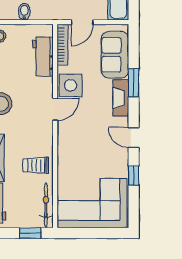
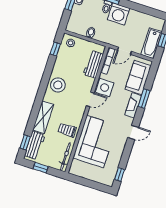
door: (134, 138) -> (133, 132), swing flipped
window: (134, 176) -> (120, 175), moved
corner sofa: (92, 203) -> (95, 142), moved, turned 90
window: (30, 233) -> (41, 168), moved

